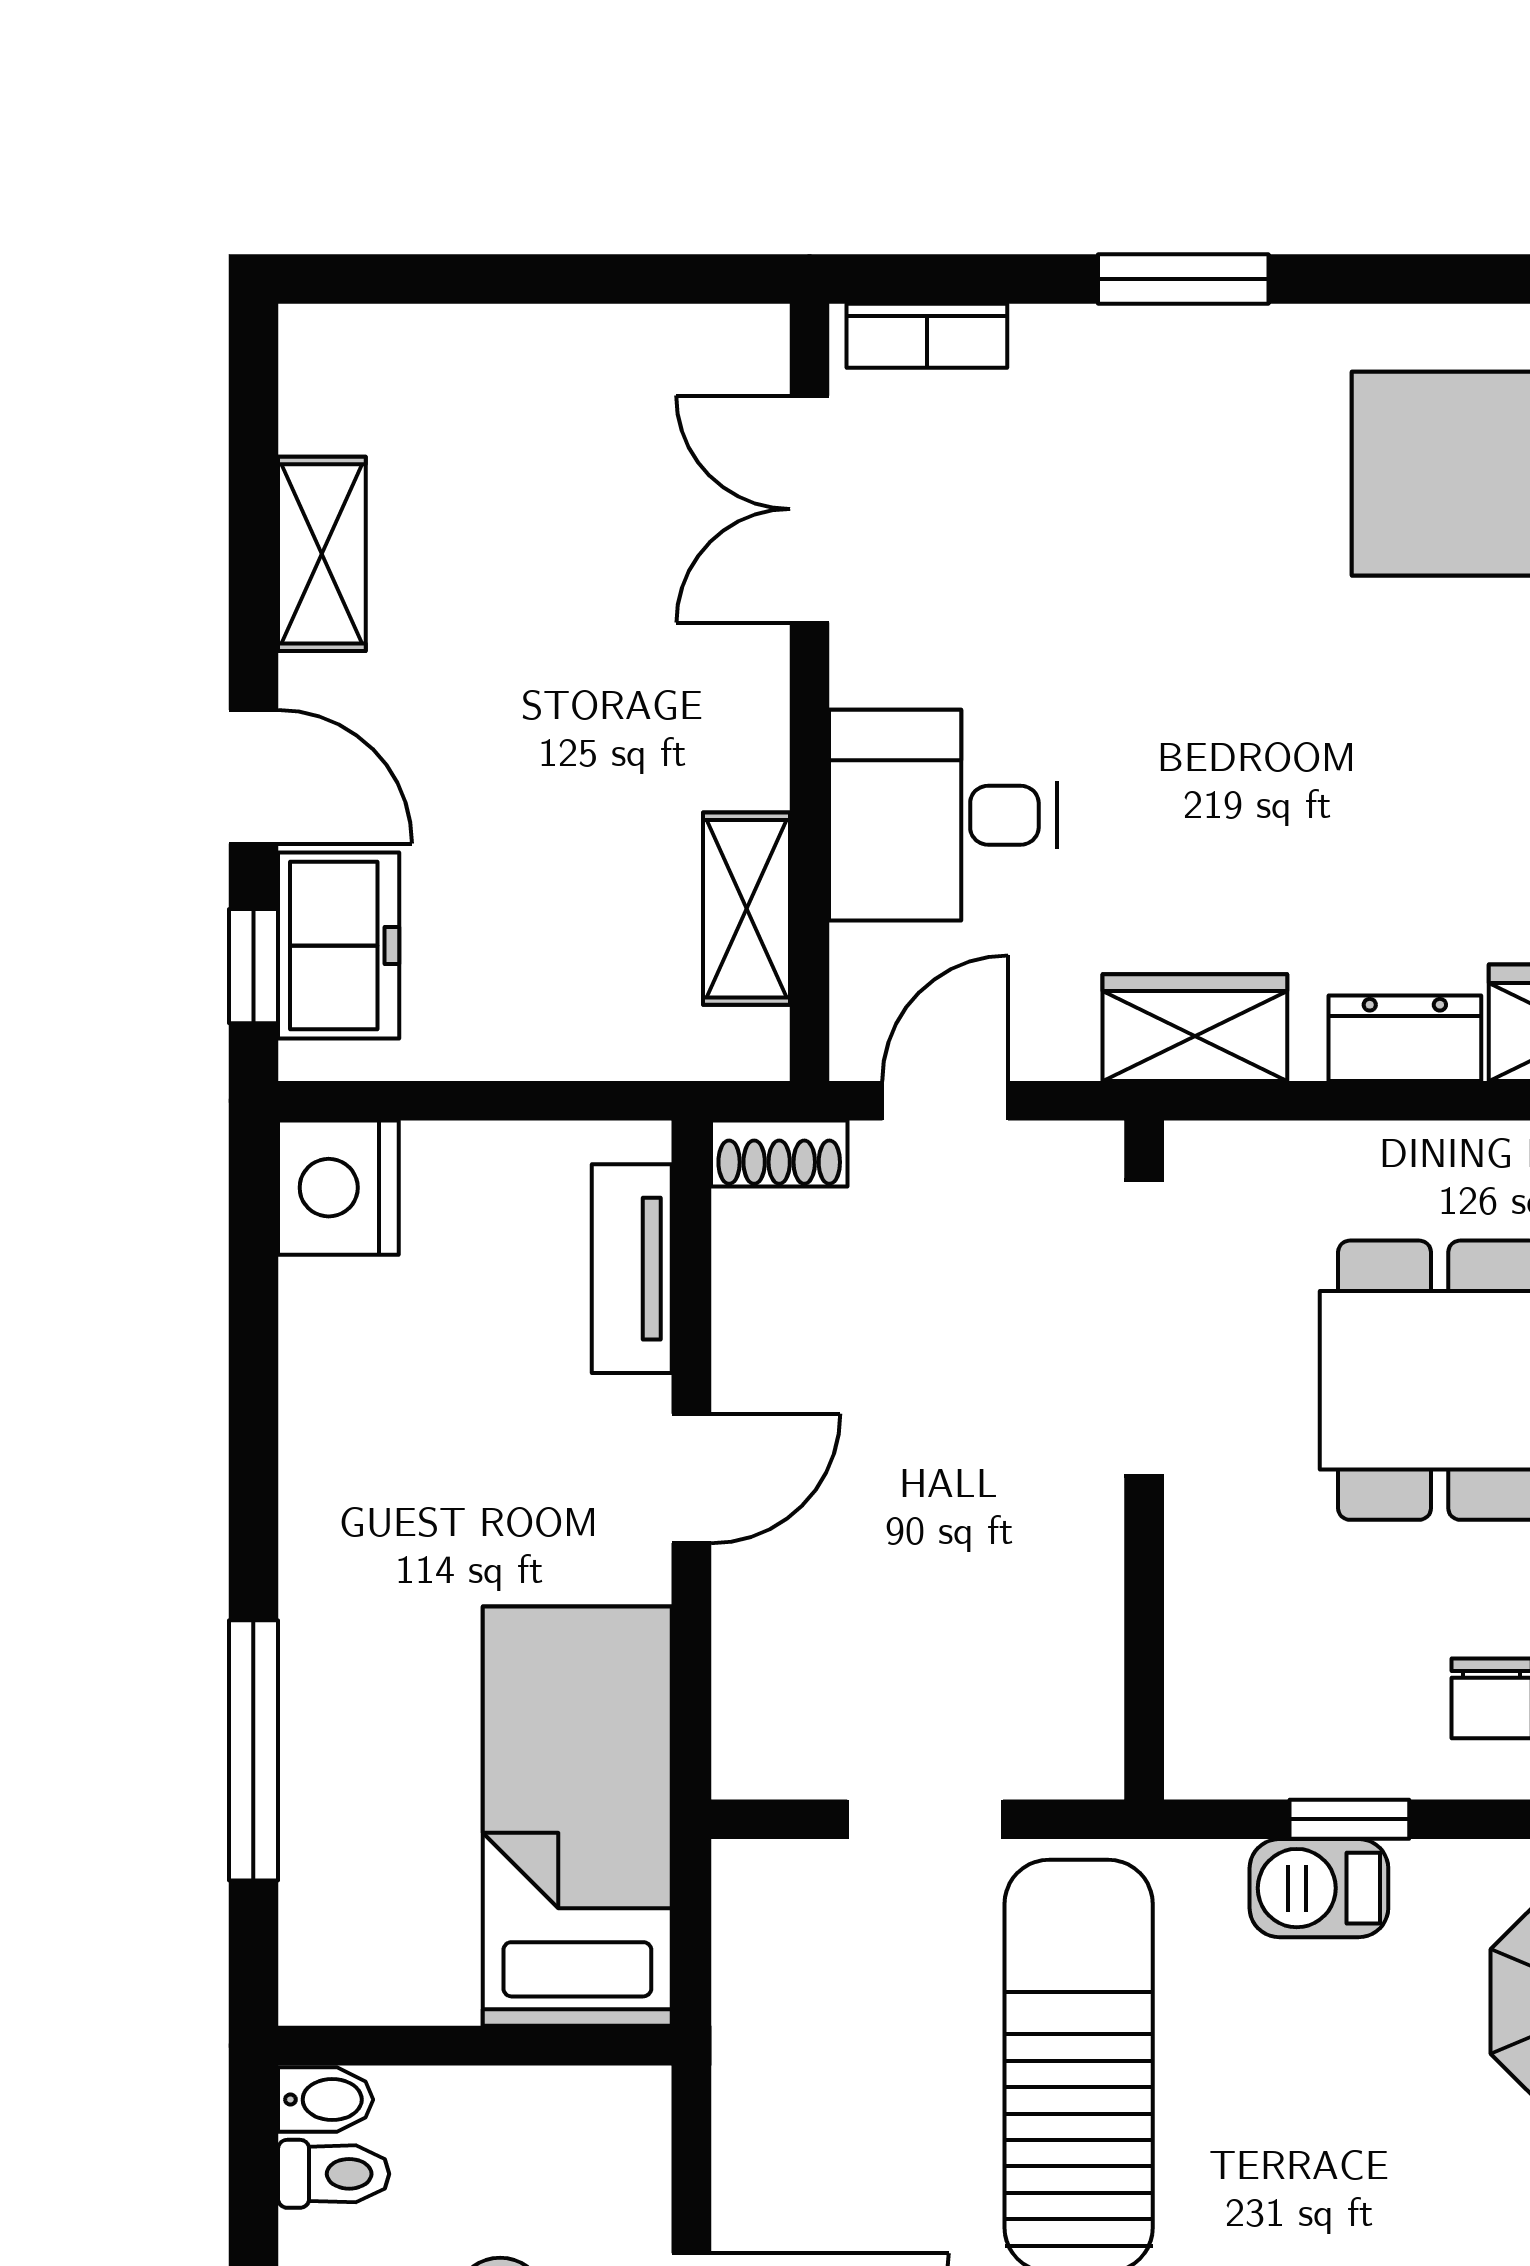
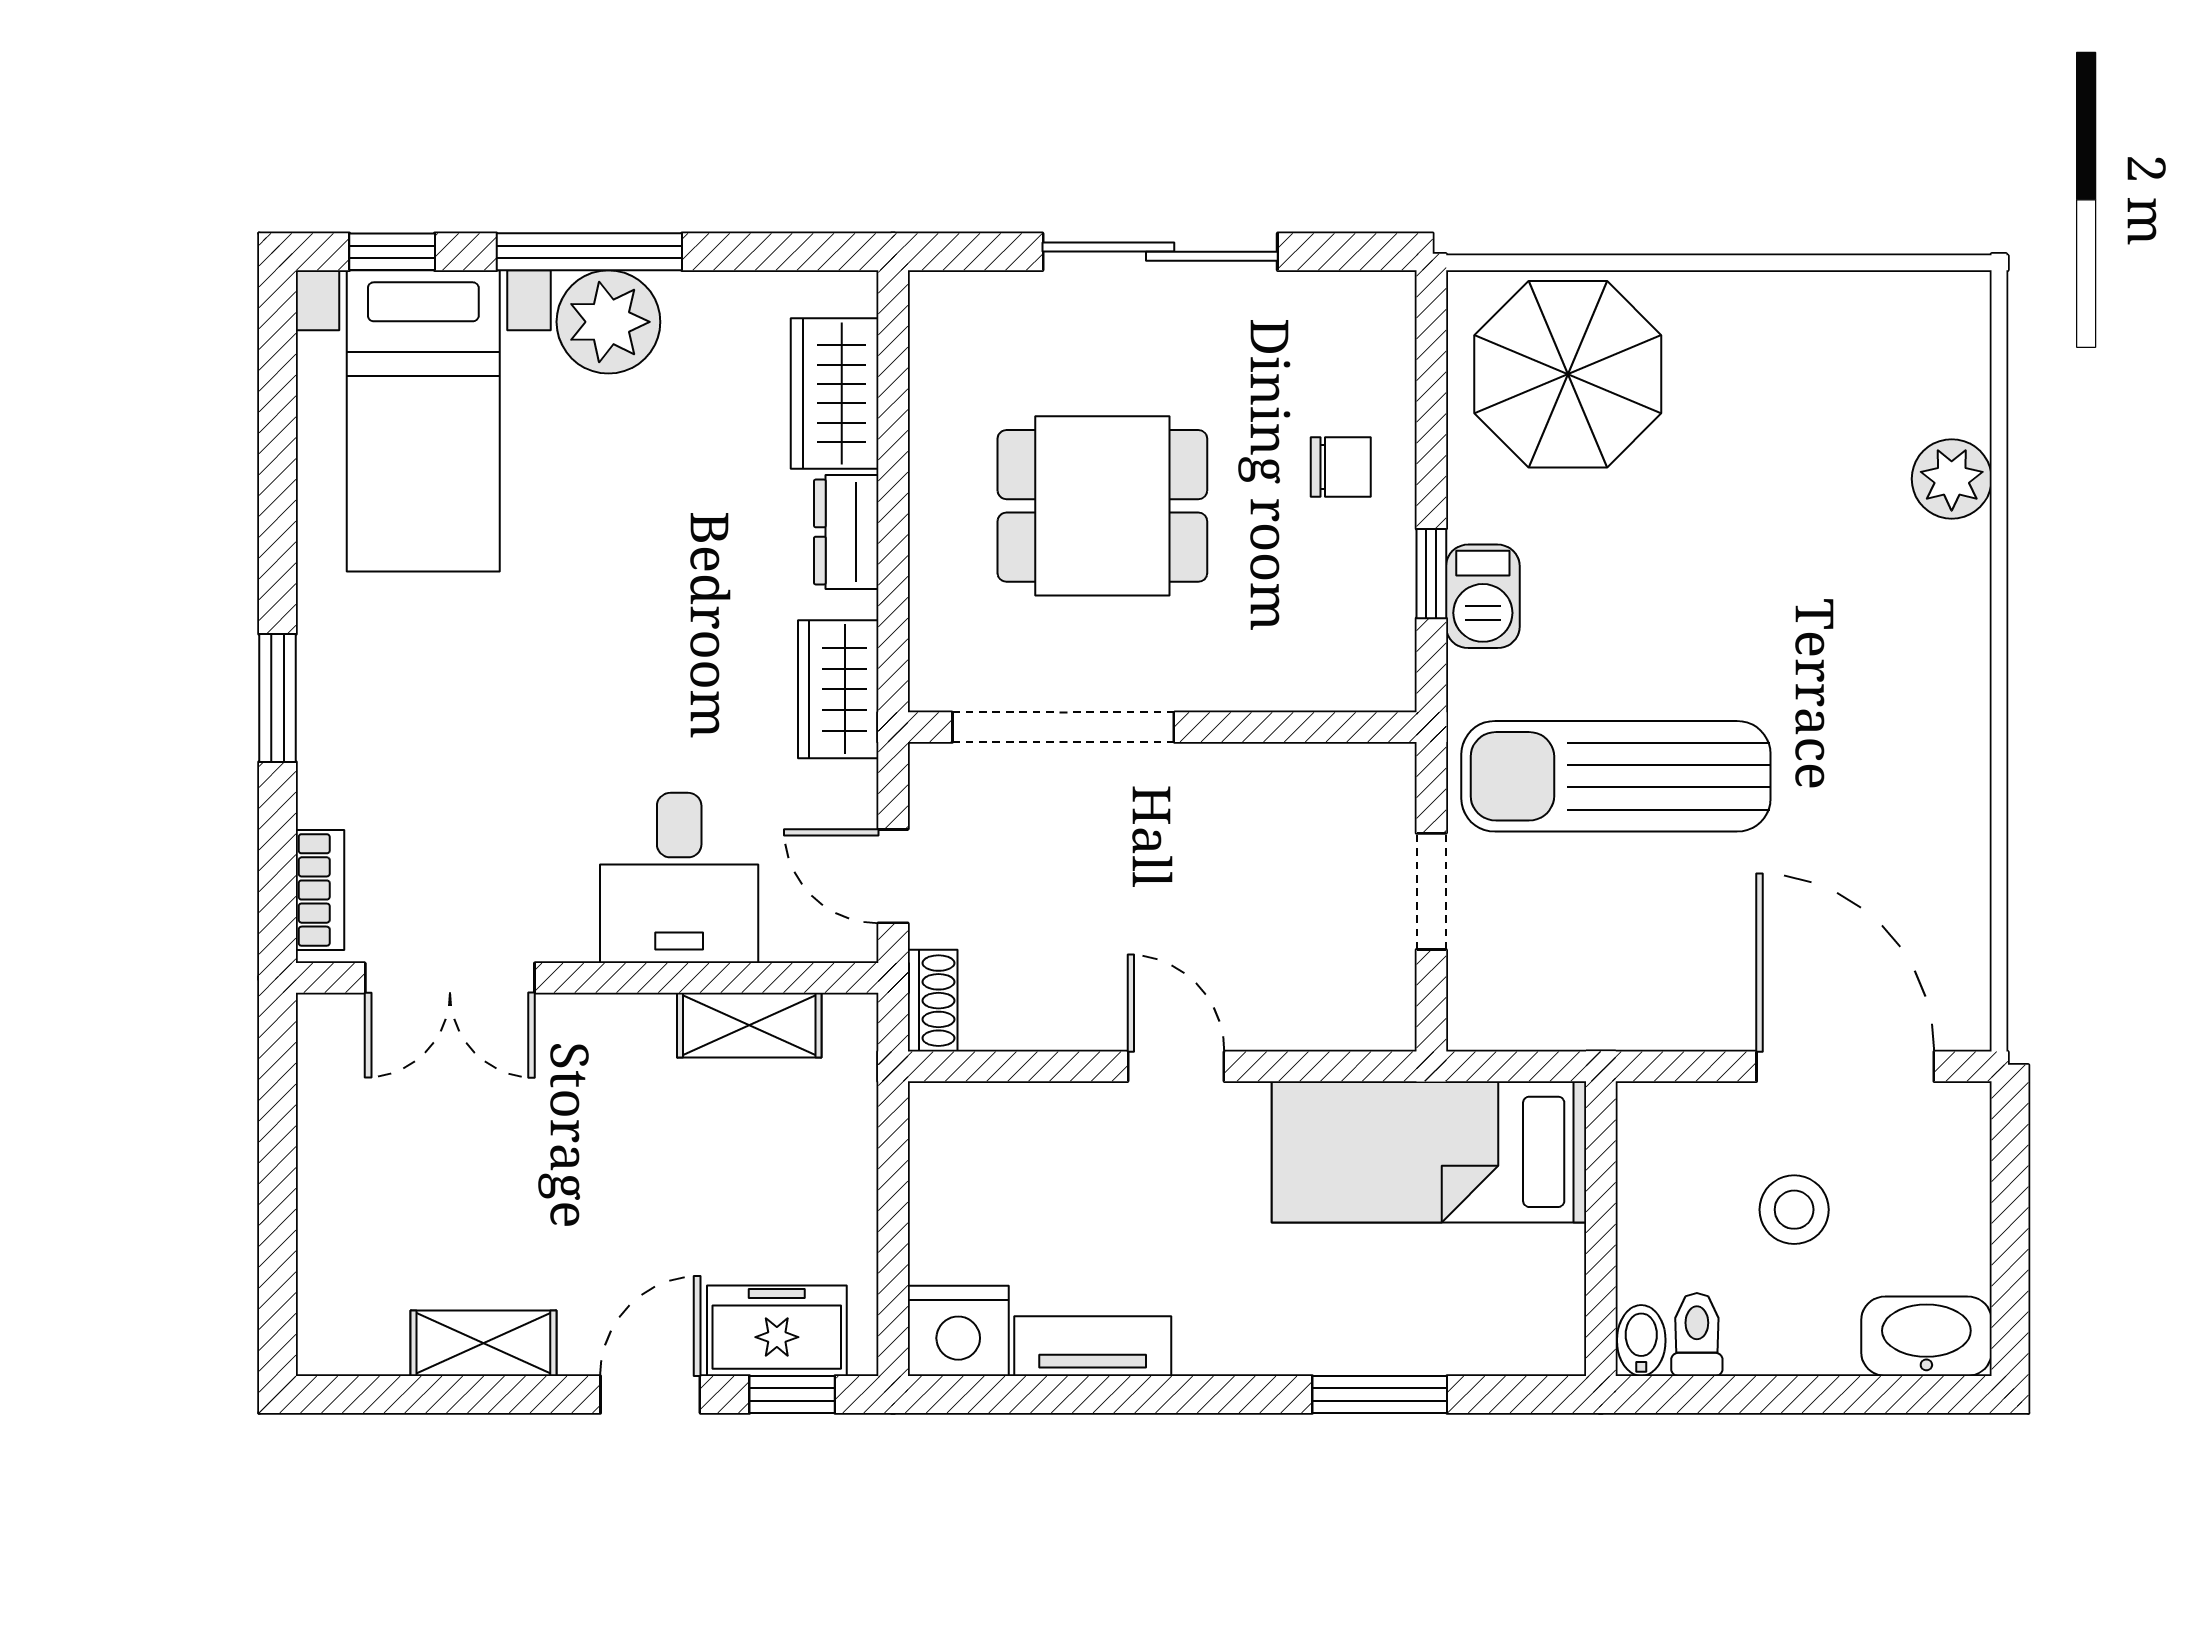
tv unit: (632, 1269) -> (1093, 1346), moved, turned 180
window: (253, 1750) -> (1380, 1394), width x0.69

